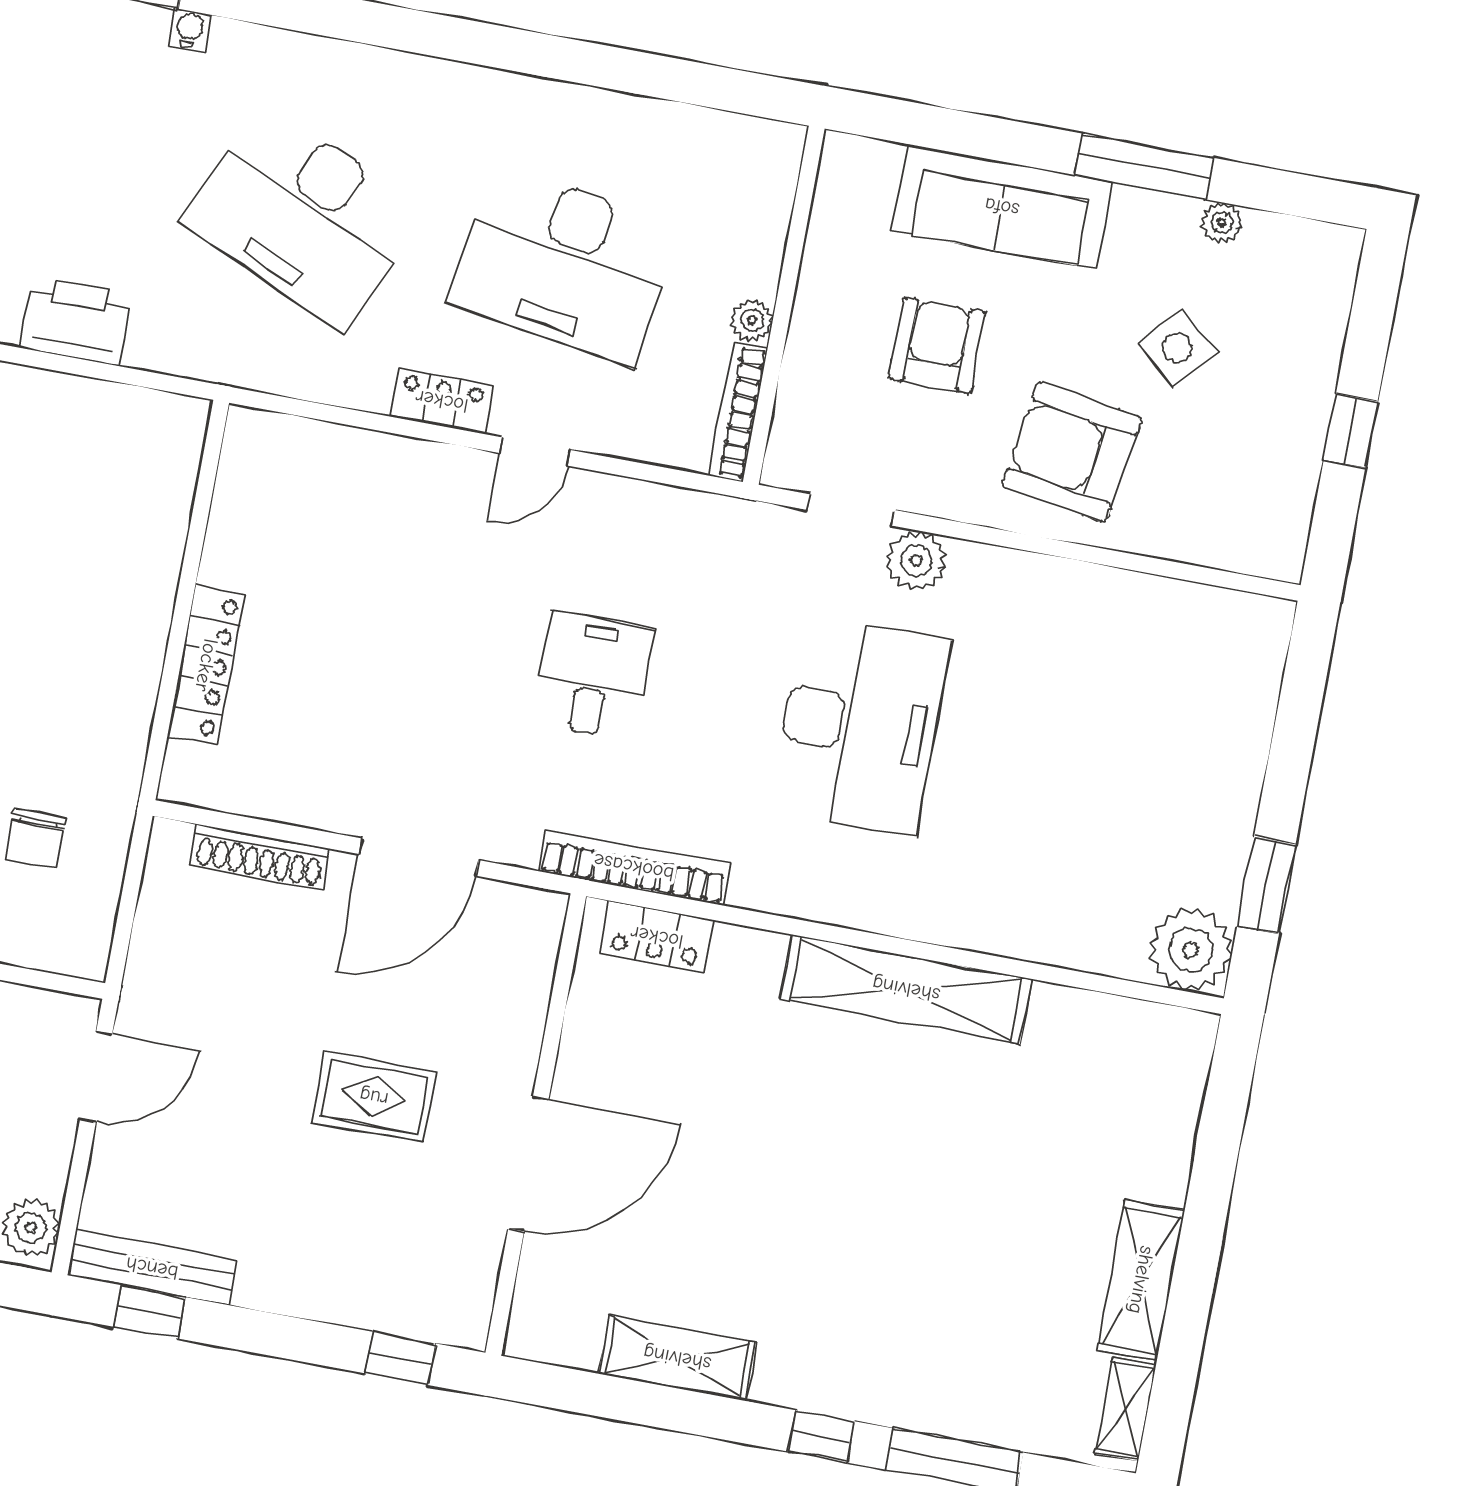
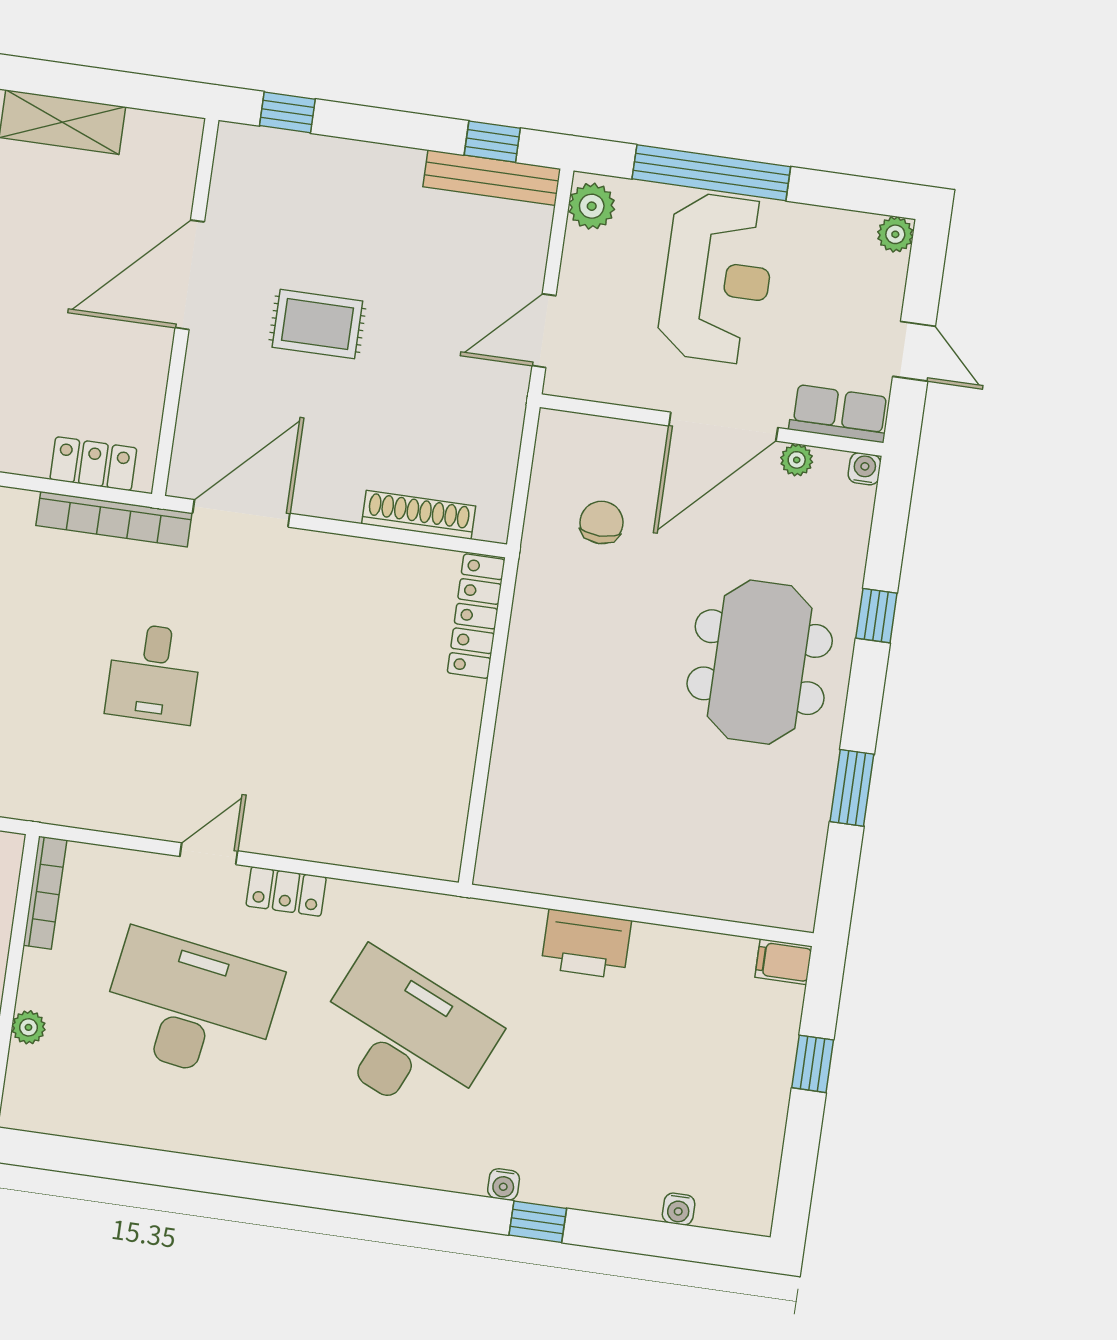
plant: (752, 320) -> (28, 1027), moved
locker: (206, 665) -> (476, 616), moved
door: (419, 857) -> (241, 513), moved

